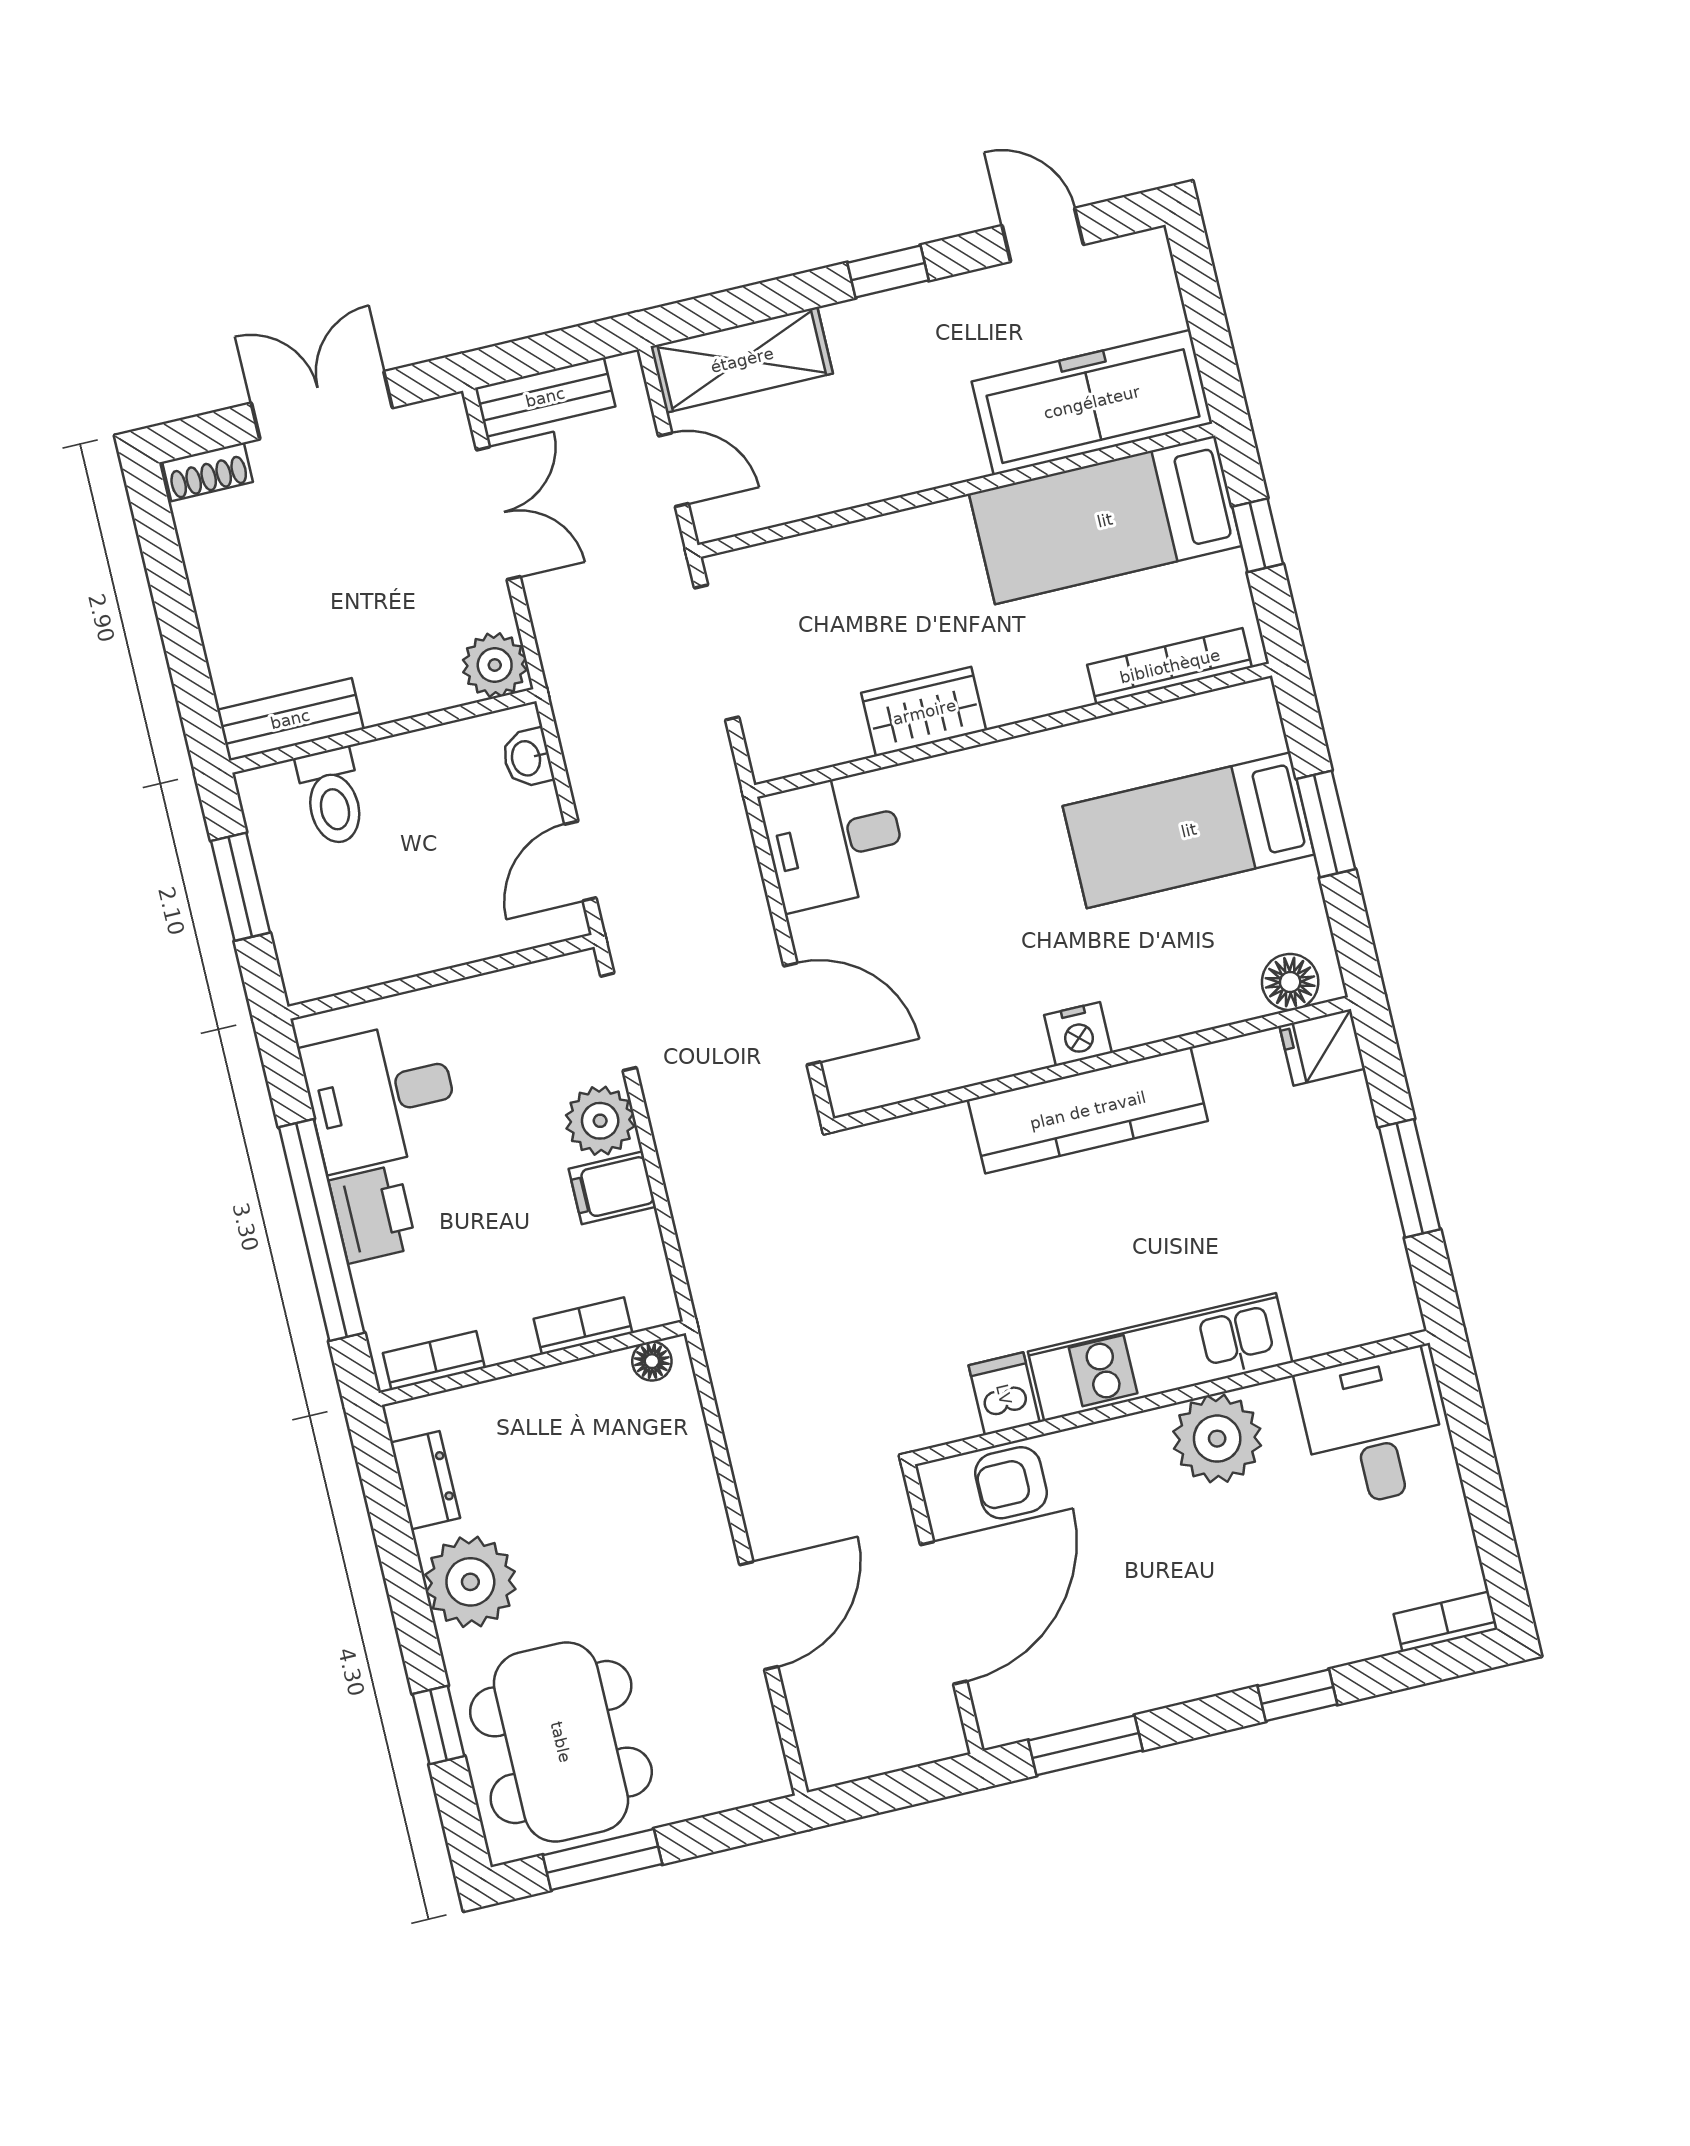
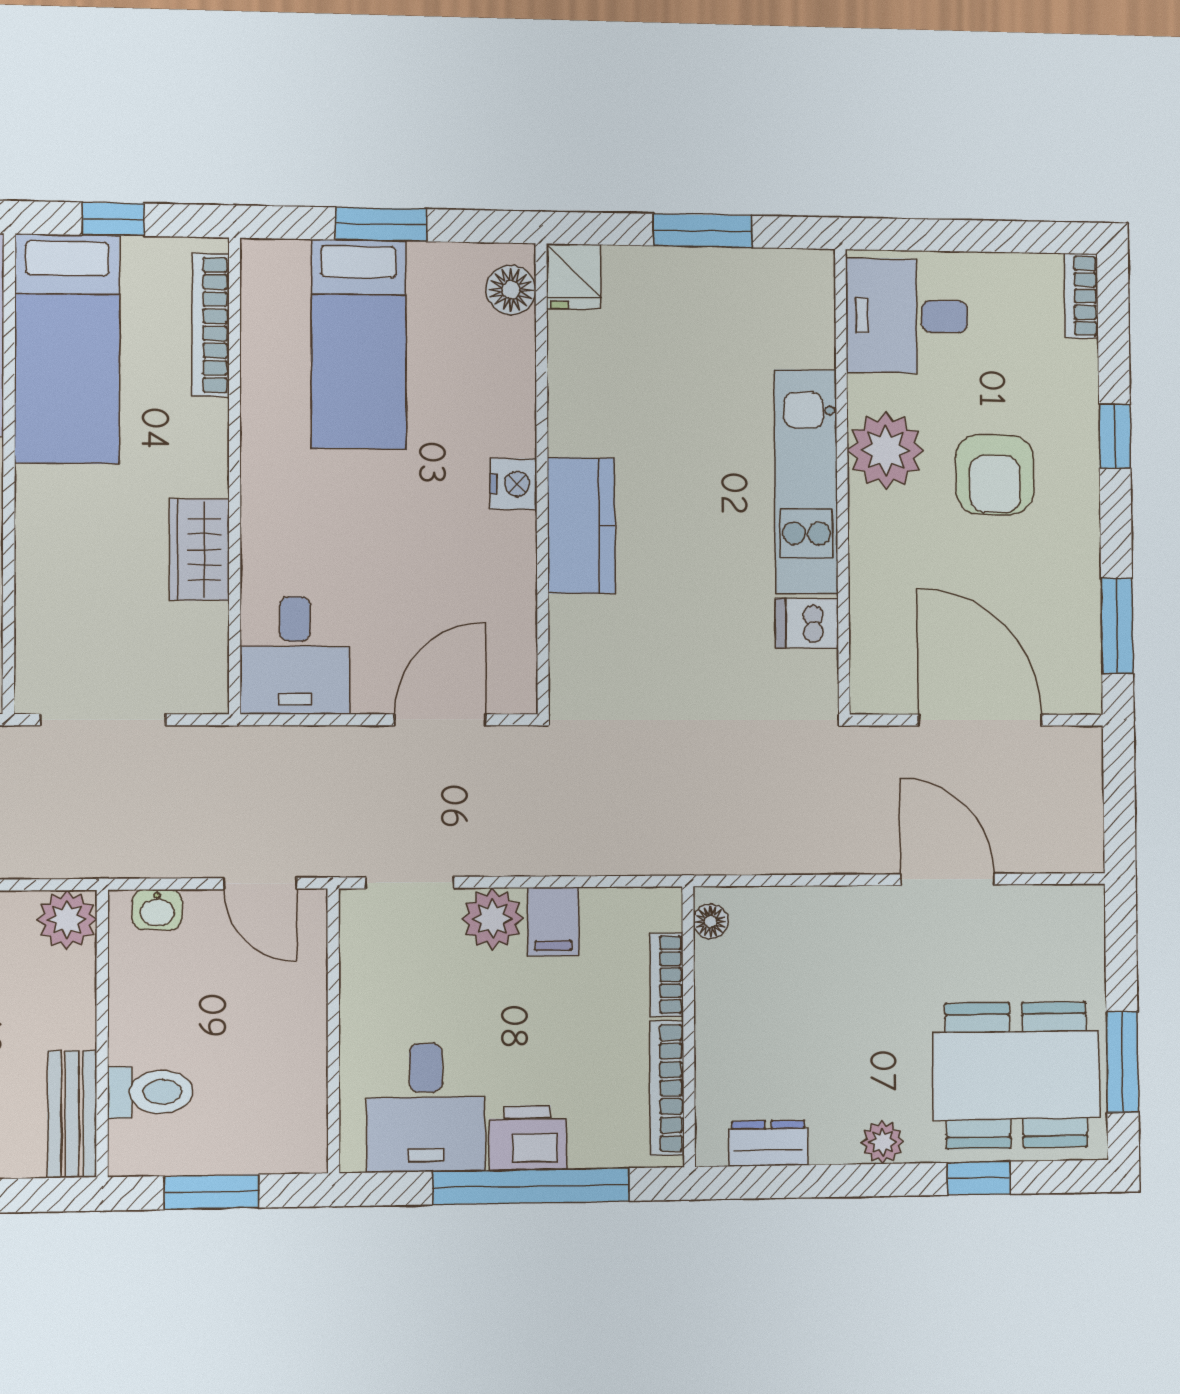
kitchen counter: (1088, 1110) -> (581, 526), width x0.67
bookcase: (434, 1360) -> (667, 1088), width x1.56
armchair: (1011, 1483) -> (995, 475), moved, width x1.38, depth x1.38
plant: (470, 1582) -> (883, 1142), width x0.53, depth x0.53

